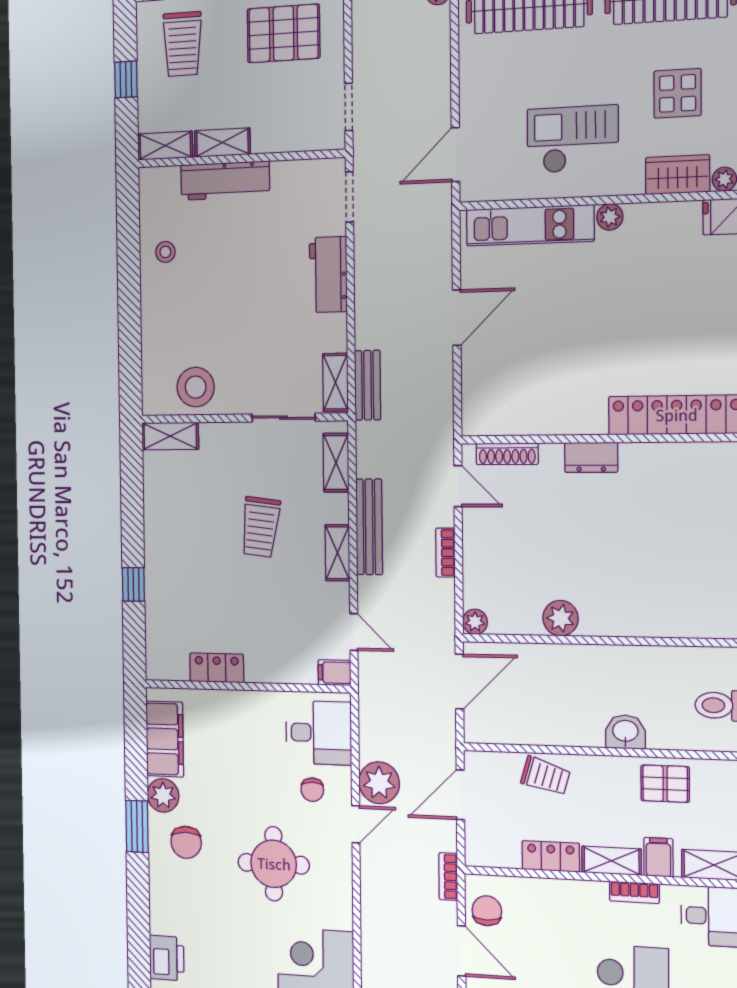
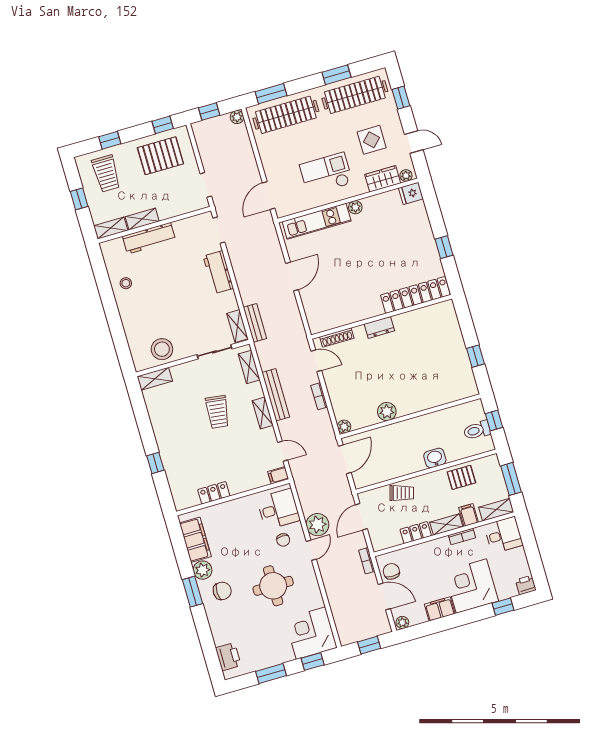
chair: (186, 842) -> (222, 591), turned -90

